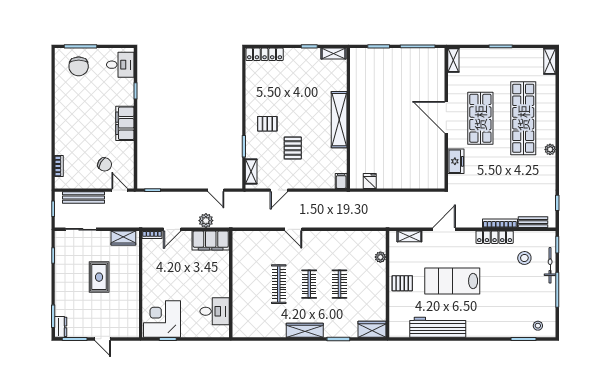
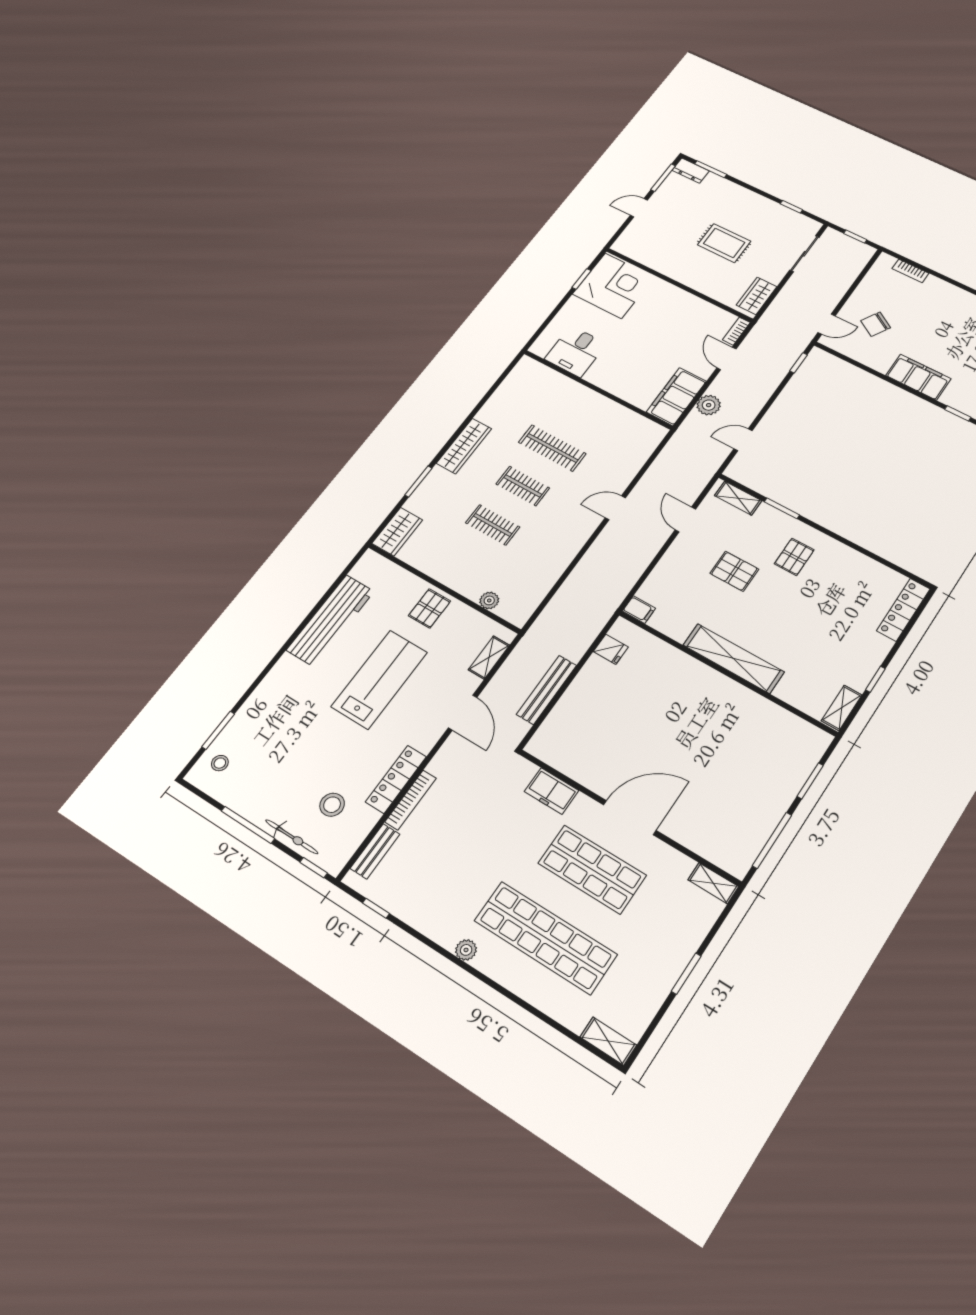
bench: (84, 198) -> (546, 690), moved

